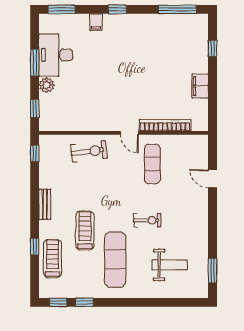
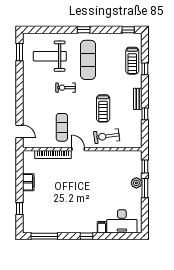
window: (62, 9) -> (126, 236), removed
desk: (56, 55) -> (122, 221), moved, turned 90
window: (35, 63) -> (145, 188), moved
window: (35, 153) -> (145, 114), moved
door: (213, 179) -> (19, 131), moved
treadmill: (85, 230) -> (103, 108), moved
weight bench: (170, 265) -> (50, 56), width x1.36, depth x1.33
window: (84, 302) -> (84, 30), moved

